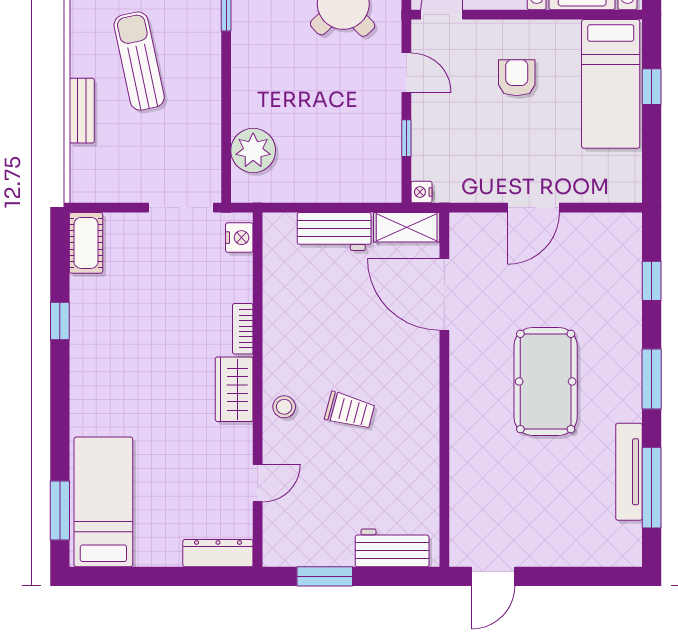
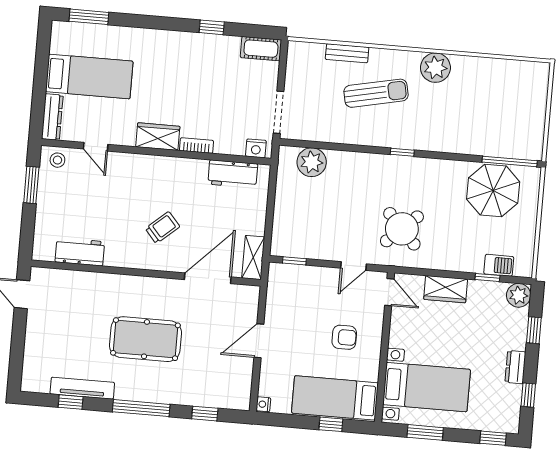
window: (406, 138) -> (294, 261), moved
nightstand: (422, 192) -> (263, 404), moved, turned -90
door: (533, 208) -> (259, 341), hinge flipped
workbench: (334, 231) -> (233, 174), moved, turned -90
window: (652, 379) -> (141, 408), width x1.44
stool: (284, 407) -> (57, 160), moved
trolley: (350, 411) -> (162, 228), moved, turned -146
window: (652, 488) -> (71, 402), width x0.46
bed: (103, 502) -> (89, 76), moved
workbench: (392, 548) -> (80, 252), moved, turned -90

